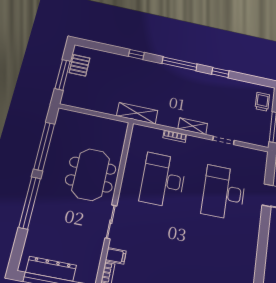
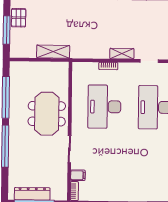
shelving: (137, 113) -> (53, 52), moved

